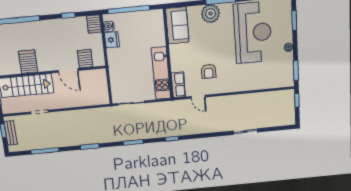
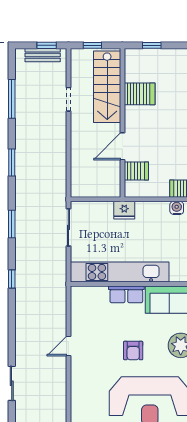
fridge: (112, 40) -> (124, 210), moved
armchair: (209, 71) -> (133, 351), moved, turned -90
kitchen unit: (161, 73) -> (120, 272), width x1.36
row of seats: (178, 85) -> (126, 294), moved
door: (198, 97) -> (68, 346), moved

